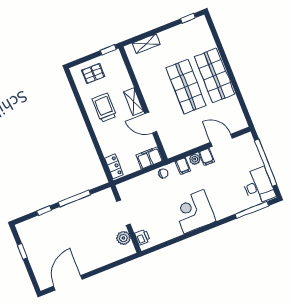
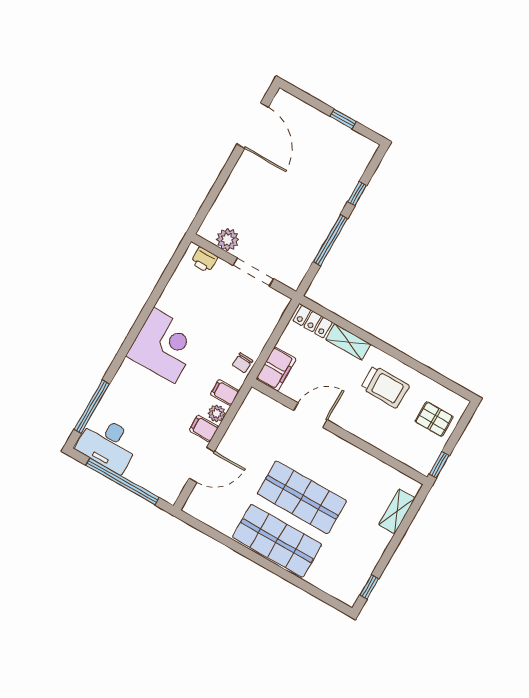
pallet: (93, 74) -> (434, 419), turned 90
shelving: (134, 102) -> (348, 342), moved

